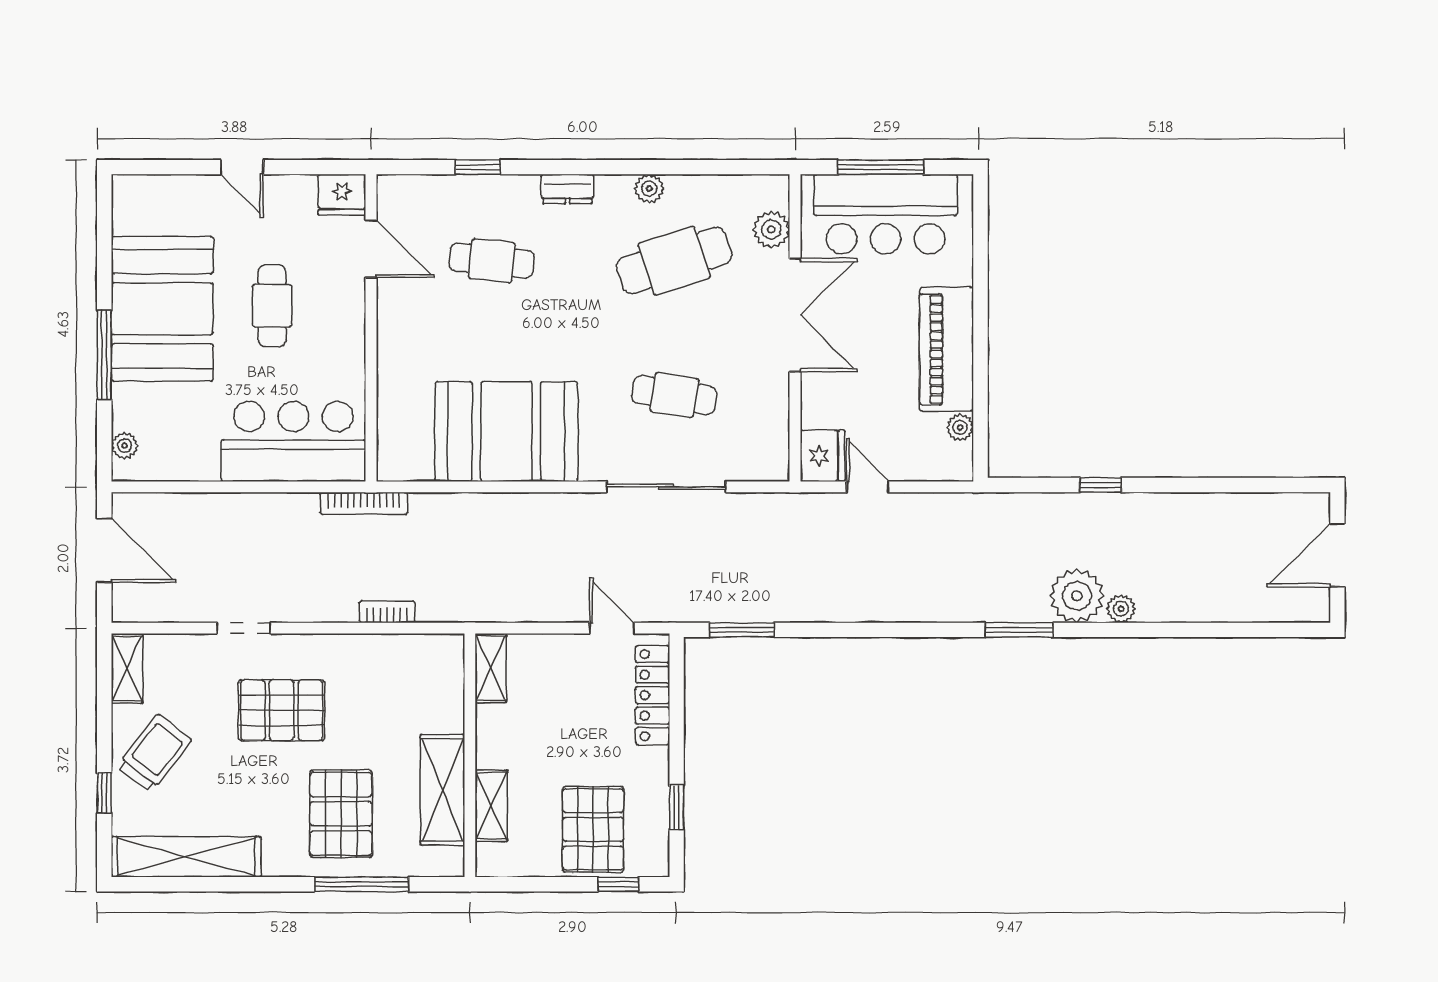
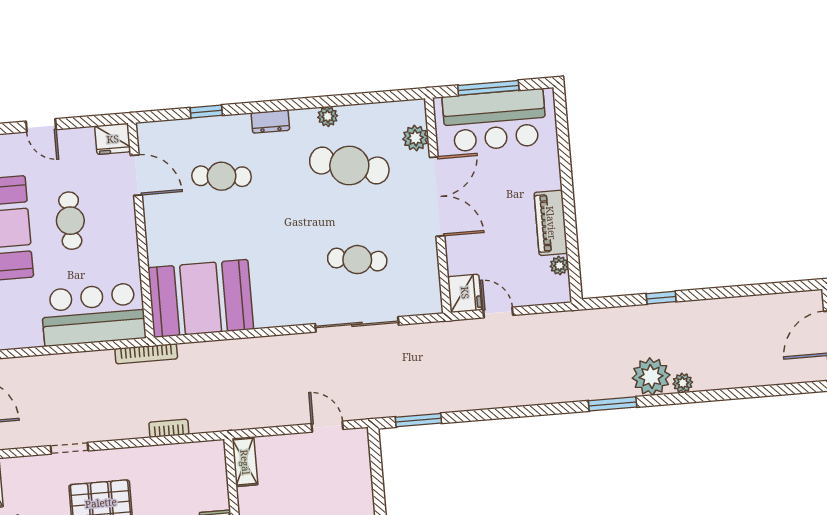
cafe table: (674, 261) -> (349, 165), turned 33
piano: (947, 349) -> (551, 223), width x0.73, depth x0.75
booth: (506, 431) -> (201, 298), moved
locker: (653, 695) -> (360, 471), removed

